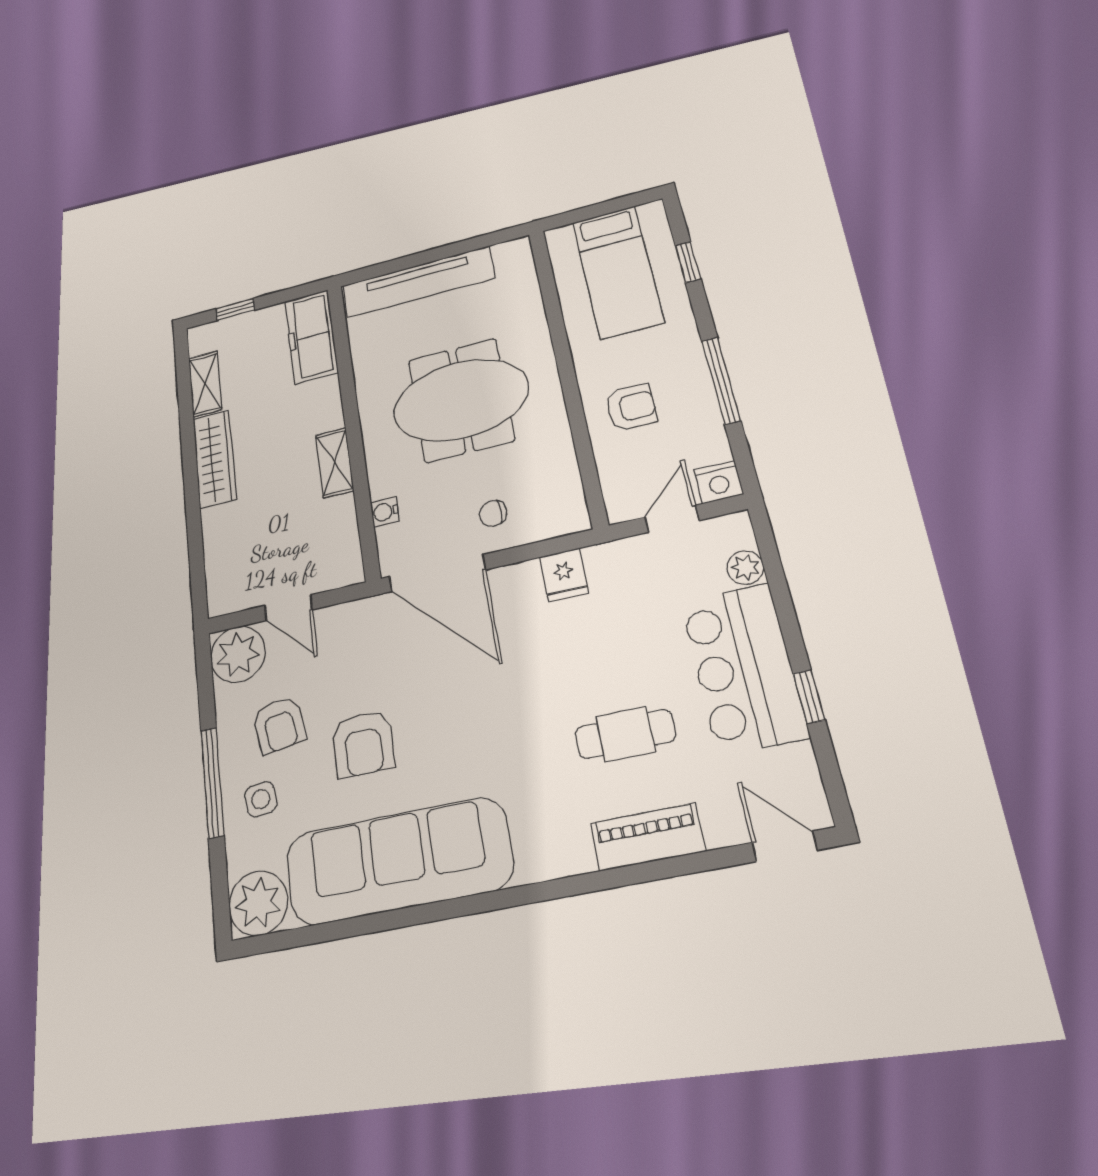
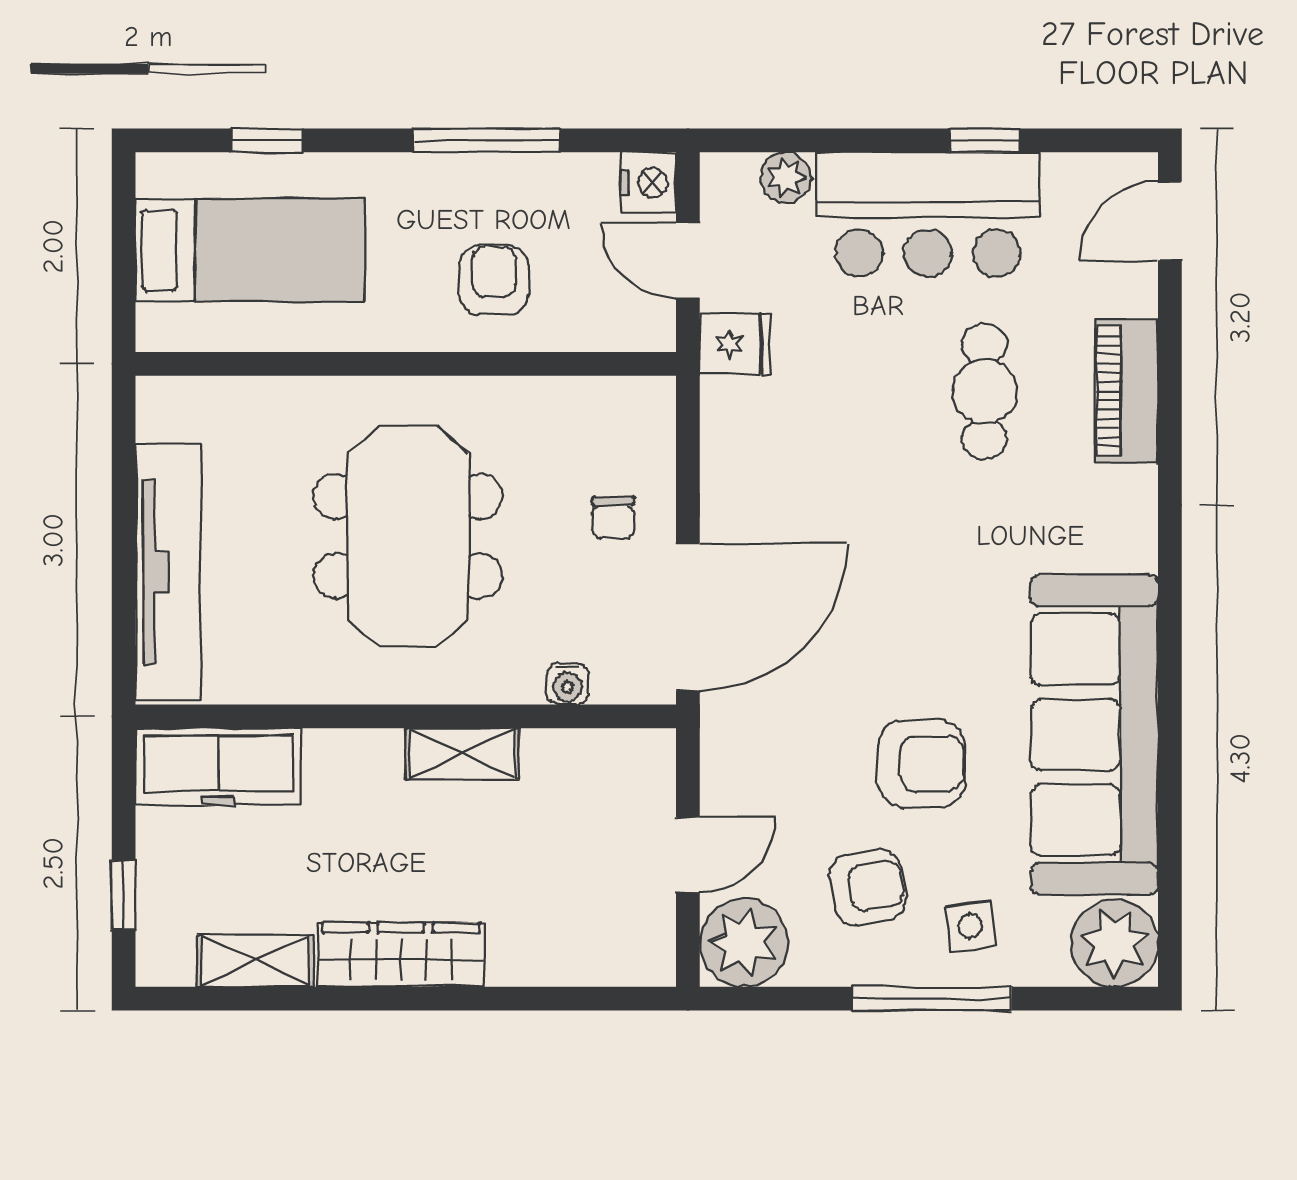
fridge: (564, 575) -> (735, 344), moved

